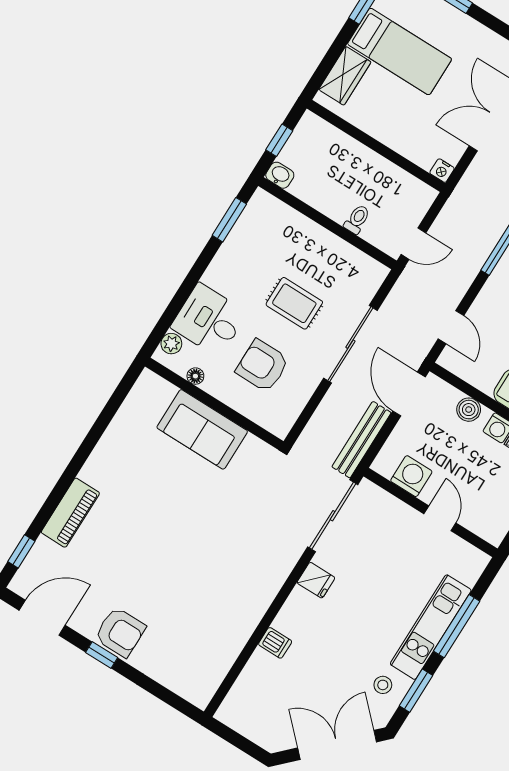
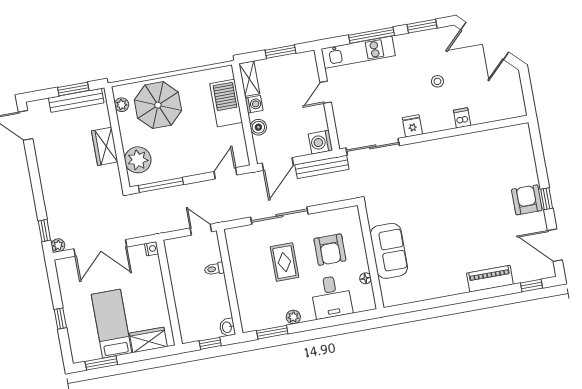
plant: (171, 344) -> (293, 317), moved
washing machine: (411, 476) -> (320, 142), moved
kitchen unit: (431, 627) -> (358, 52), moved
stool: (383, 685) -> (437, 81), moved

